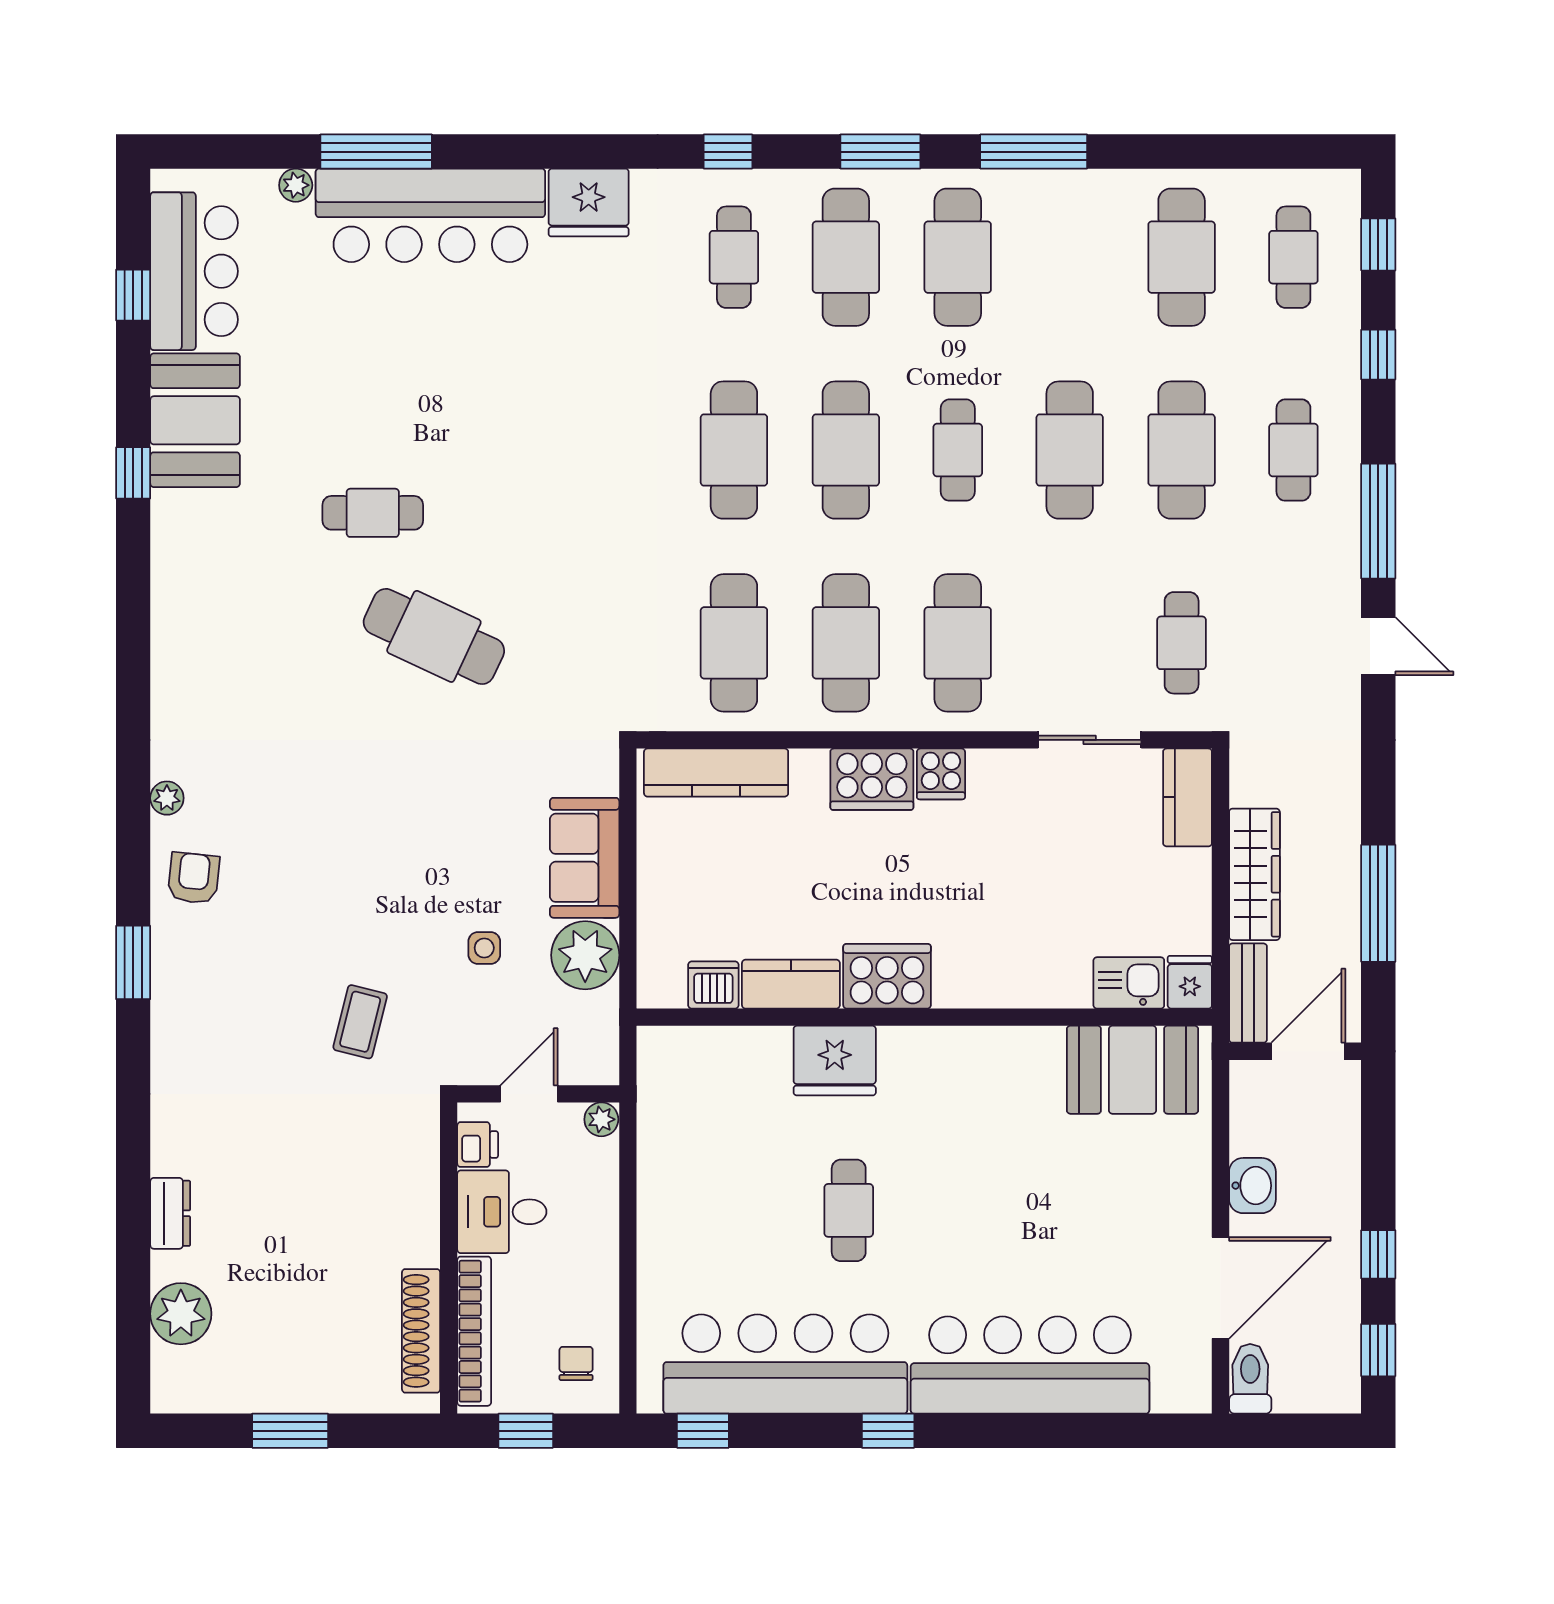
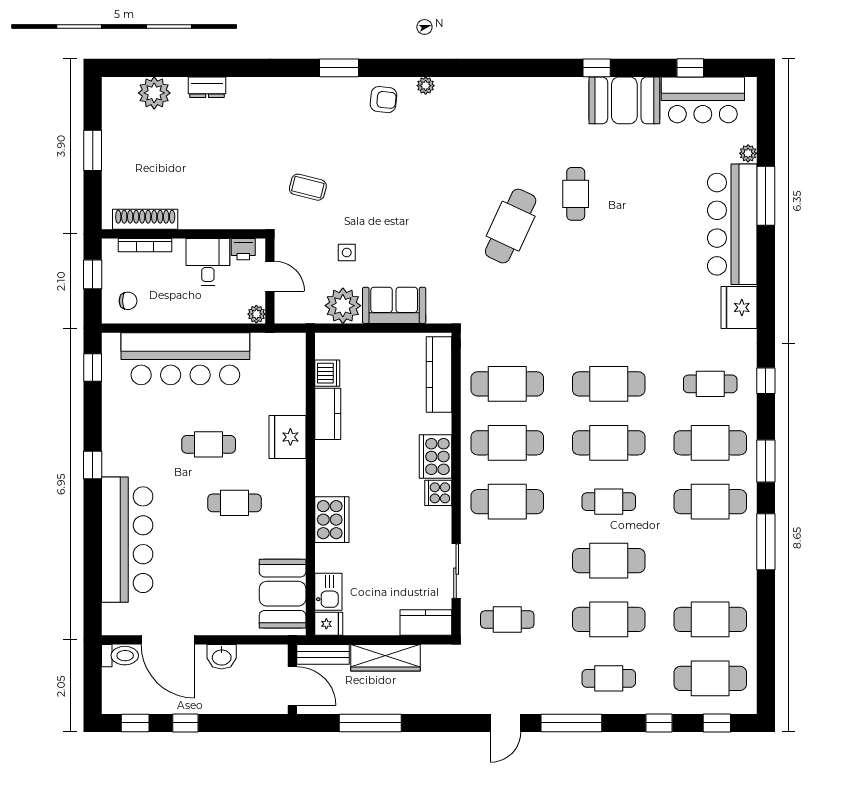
cafe table: (1293, 257) -> (710, 678), width x1.37, depth x1.35
cooker: (887, 976) -> (332, 520), moved
cafe table: (960, 1161) -> (234, 503), added
bookcase: (474, 1331) -> (145, 245), width x0.68, depth x0.76
bar counter: (785, 1364) -> (185, 359), moved, turned 90

